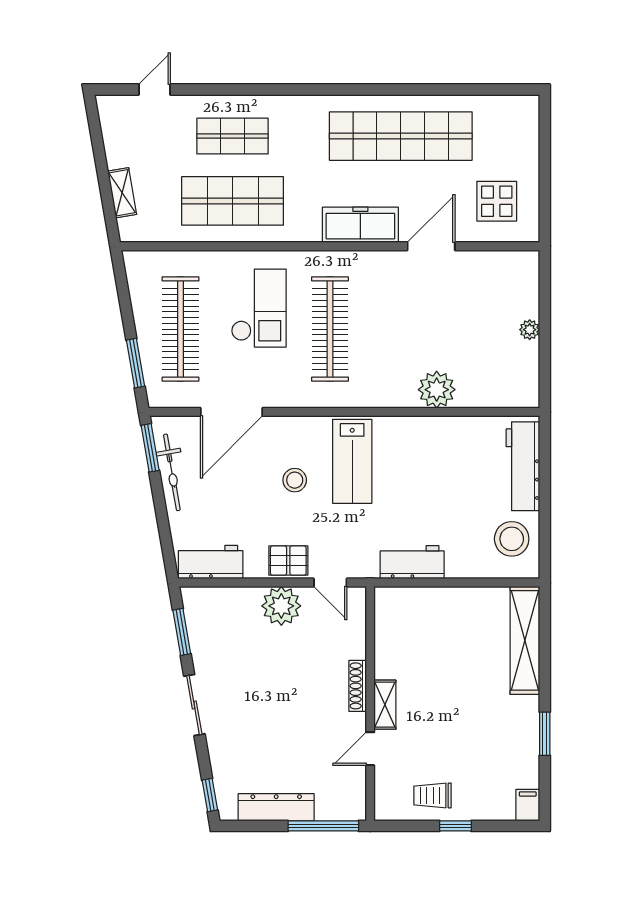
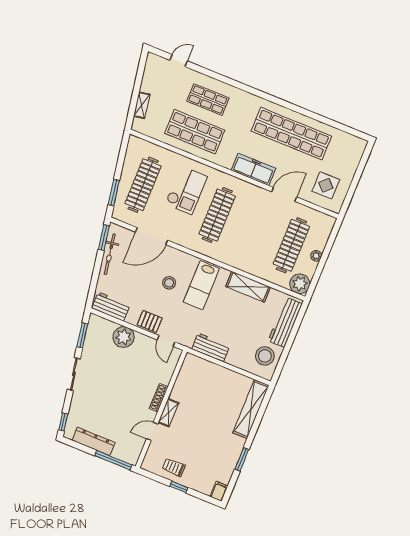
clothes rail: (480, 329) -> (291, 245), added
plant: (437, 390) -> (300, 284), moved
shelving: (434, 431) -> (248, 287), added
plant: (281, 606) -> (124, 337), moved

